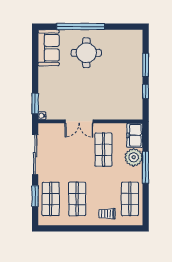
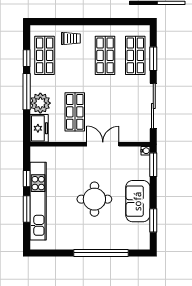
sofa: (49, 48) -> (138, 201), moved
round table: (86, 53) -> (94, 199), moved
window: (35, 55) -> (153, 220), added
kitchen unit: (136, 72) -> (38, 201), added
window: (146, 197) -> (27, 58), added

